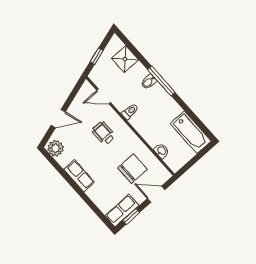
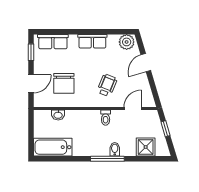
wheelchair: (104, 133) -> (107, 85), turned -68
row of seats: (122, 211) -> (53, 42), moved, turned 90

